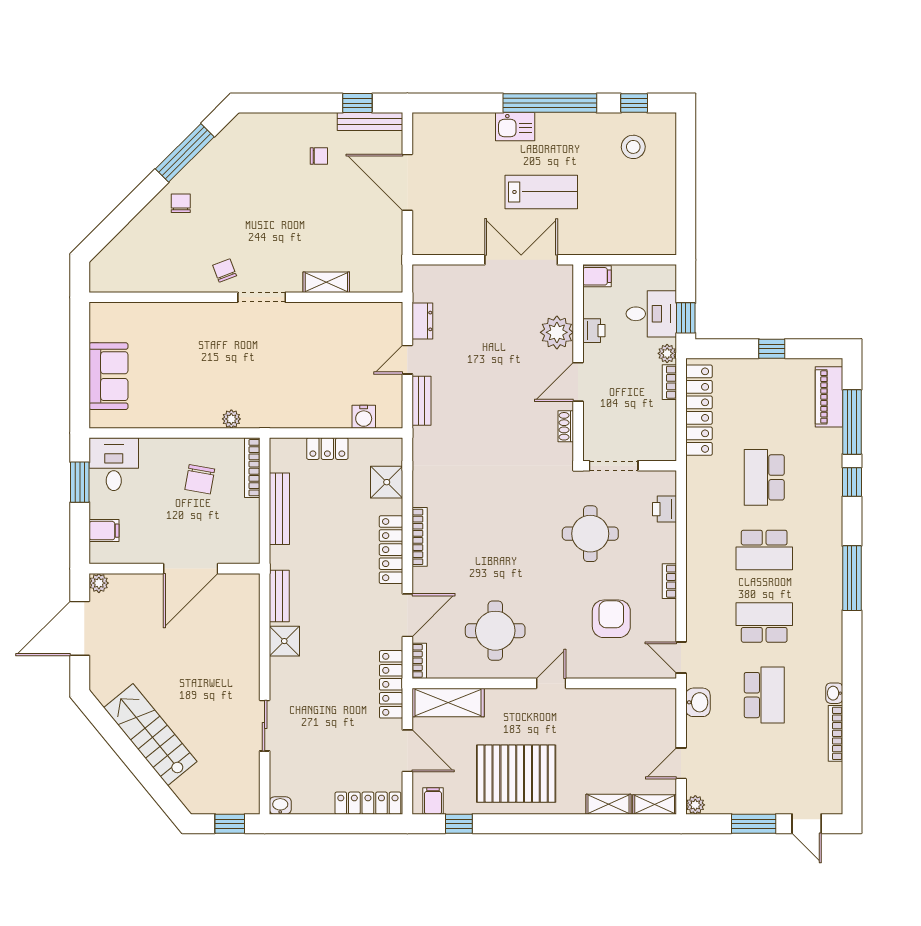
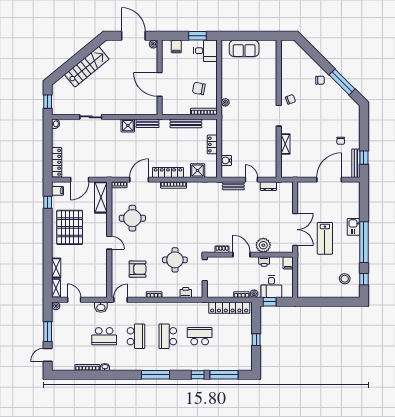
piano: (829, 397) -> (235, 365), removed
door: (407, 615) -> (139, 180), swing flipped
locker: (391, 684) -> (109, 172), removed

